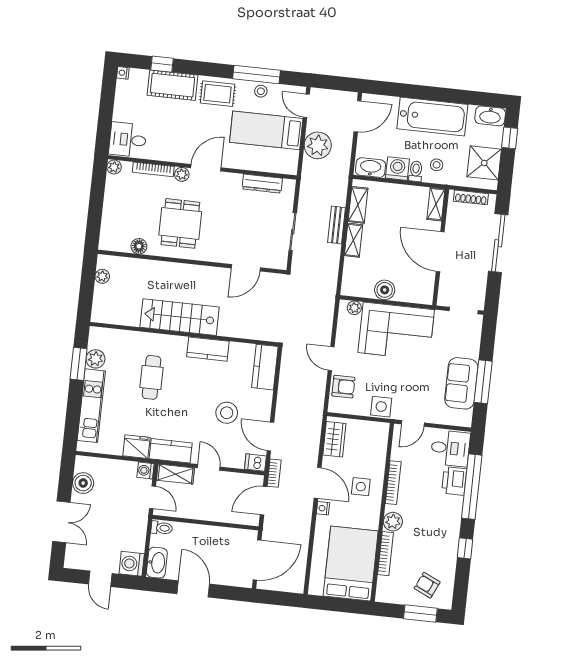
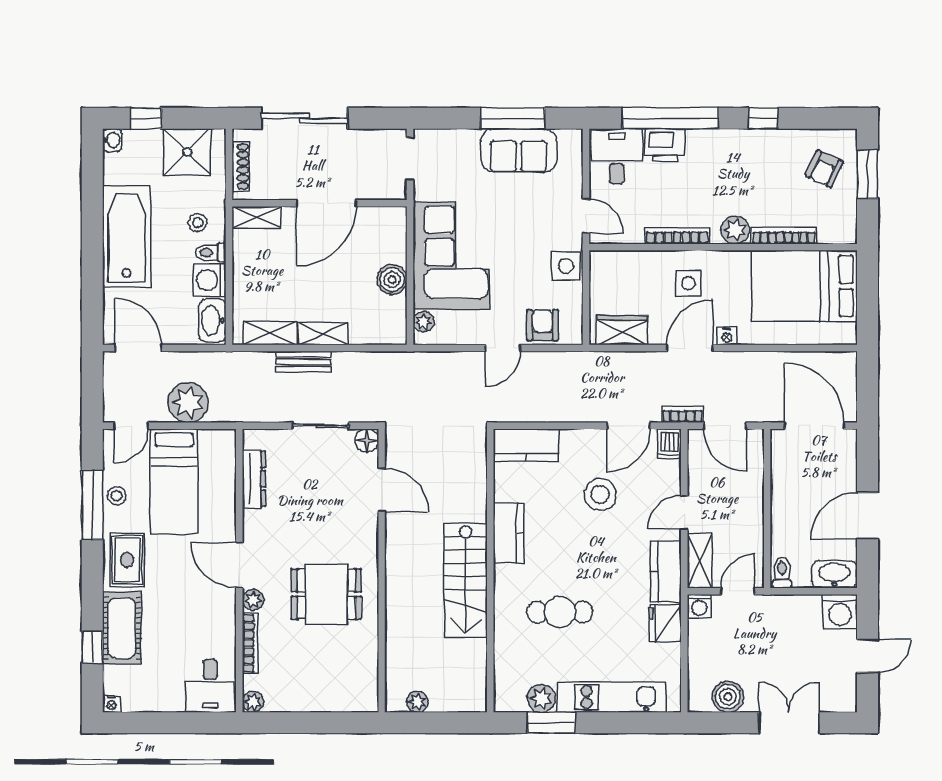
washbasin: (490, 116) -> (112, 140), width x0.52, depth x0.69
floor lamp: (139, 246) -> (367, 440), moved

